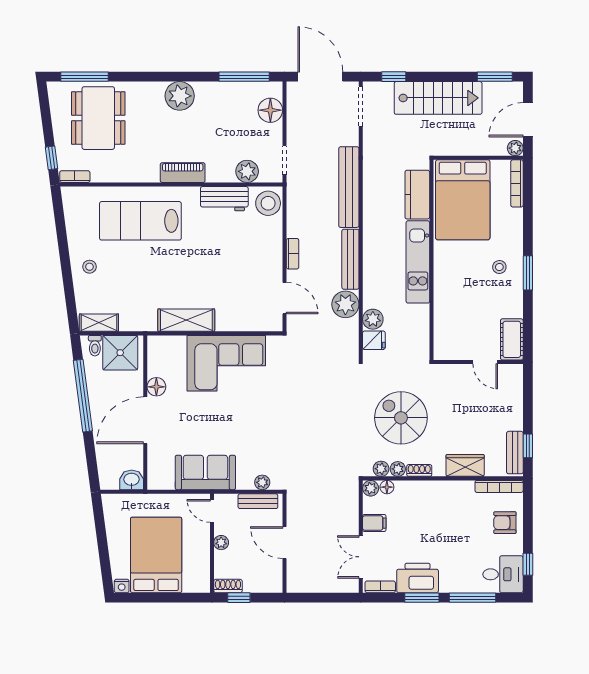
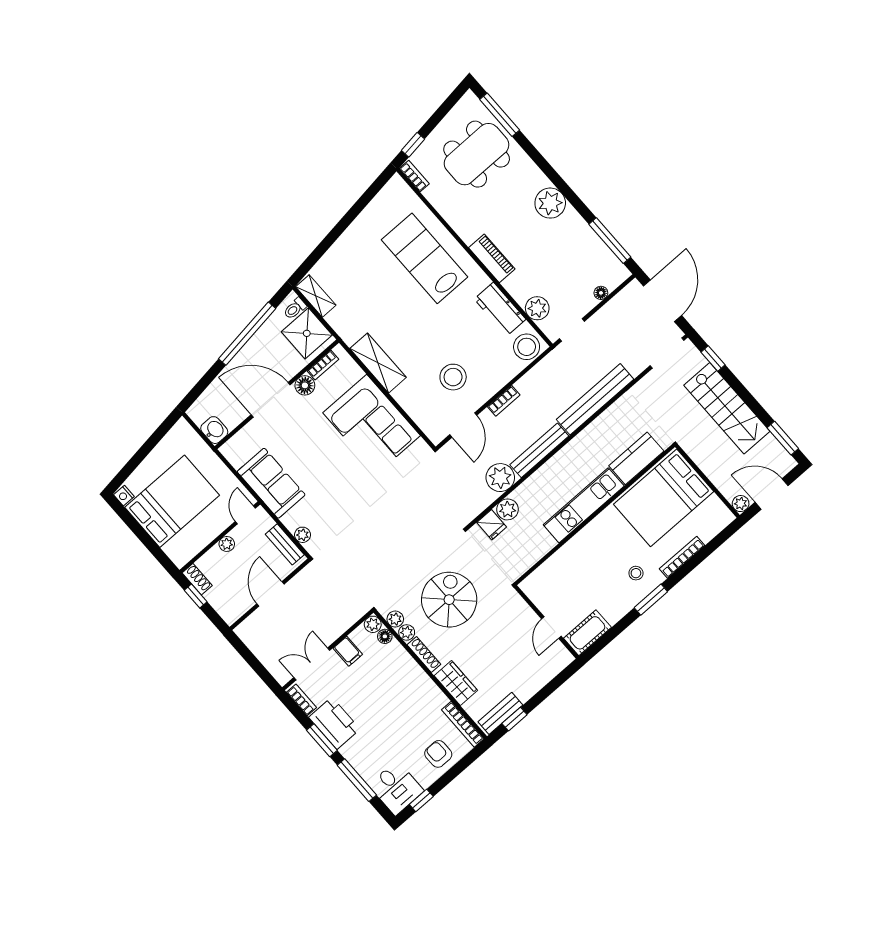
floor lamp: (270, 110) -> (601, 293), width x0.53, depth x0.53
bookcase: (517, 183) -> (682, 557), moved
stool: (89, 267) -> (453, 377), moved, width x1.89, depth x1.89
bookcase: (153, 361) -> (323, 365), added
shoe rack: (419, 470) -> (424, 655), width x1.43

